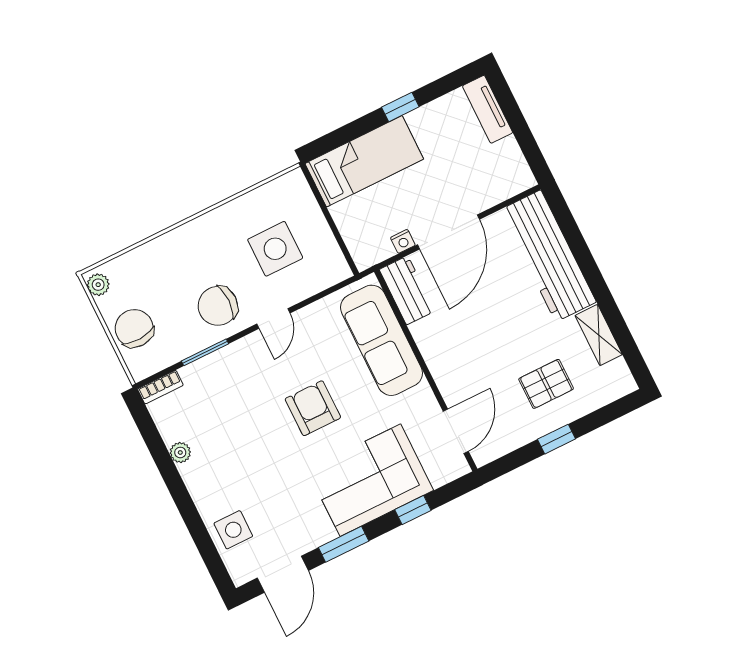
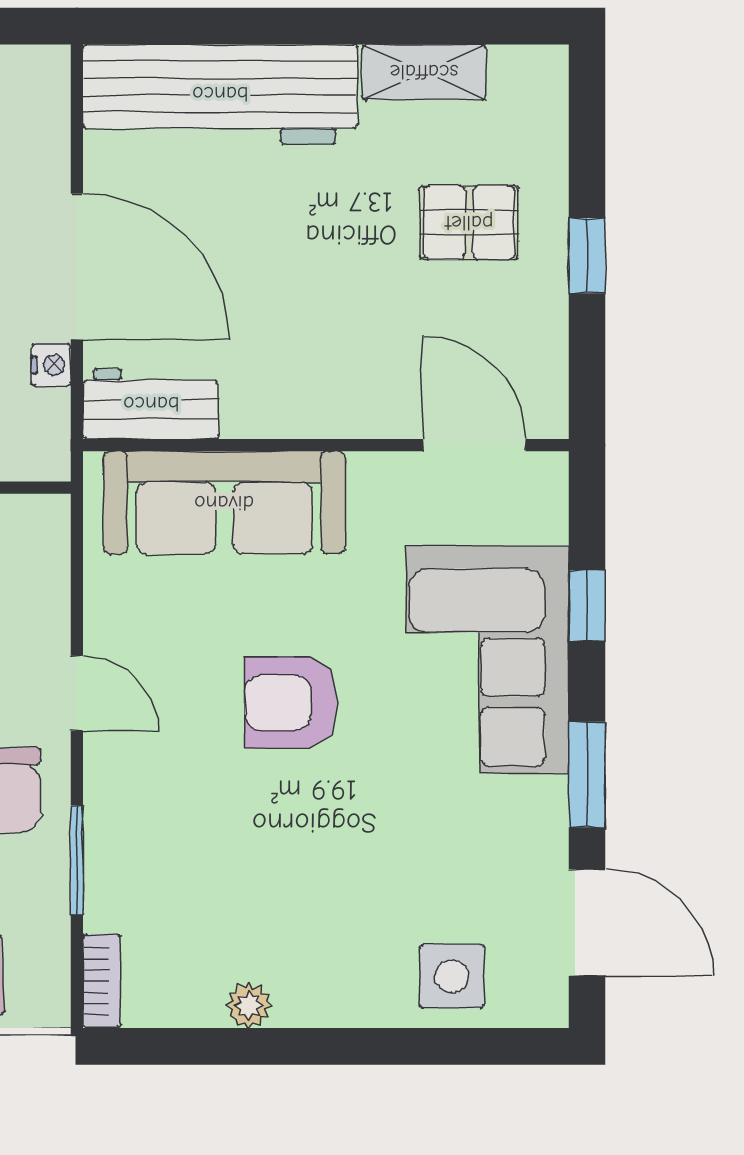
pallet: (546, 384) -> (469, 223), turned 90

